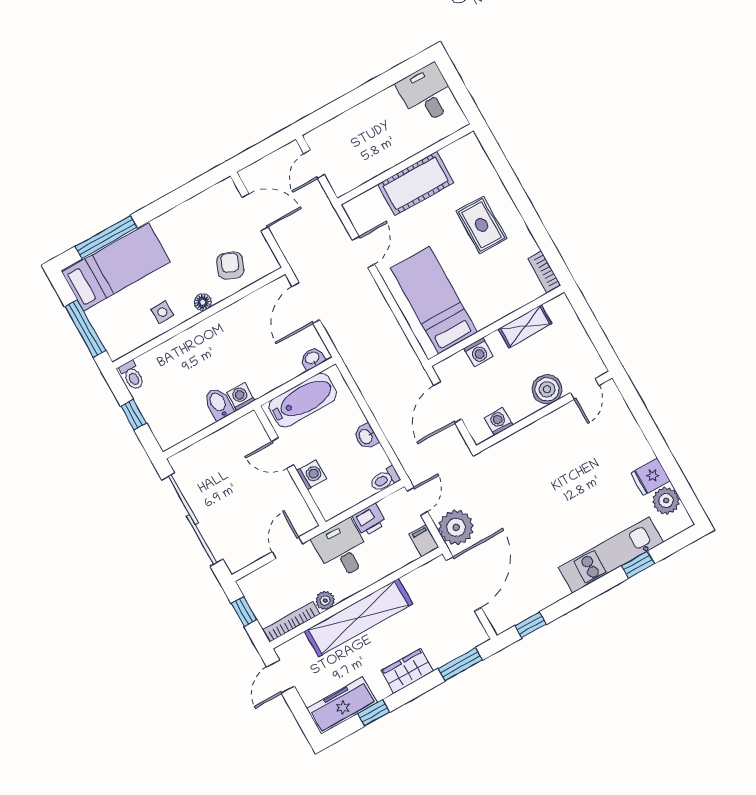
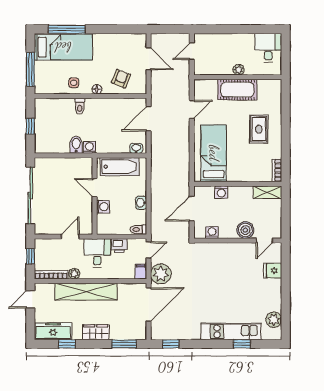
plant: (401, 152) -> (239, 70), added
shelving: (525, 326) -> (267, 192), moved
toilet: (132, 375) -> (80, 106), moved
fridge: (650, 477) -> (273, 271), moved

